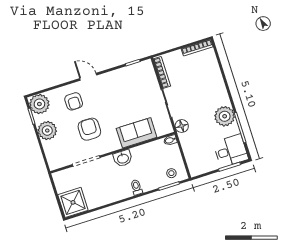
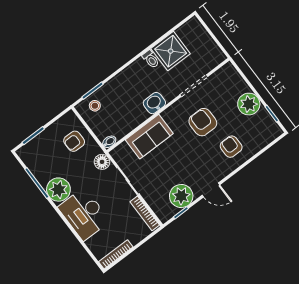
door: (88, 77) -> (211, 190), moved
plant: (39, 104) -> (181, 196), moved
armchair: (89, 129) -> (203, 122), turned 180
armchair: (198, 151) -> (74, 141), added
desk: (231, 151) -> (84, 214), moved, width x1.37
toilet: (136, 187) -> (151, 59), moved
shower: (73, 202) -> (171, 51), moved

